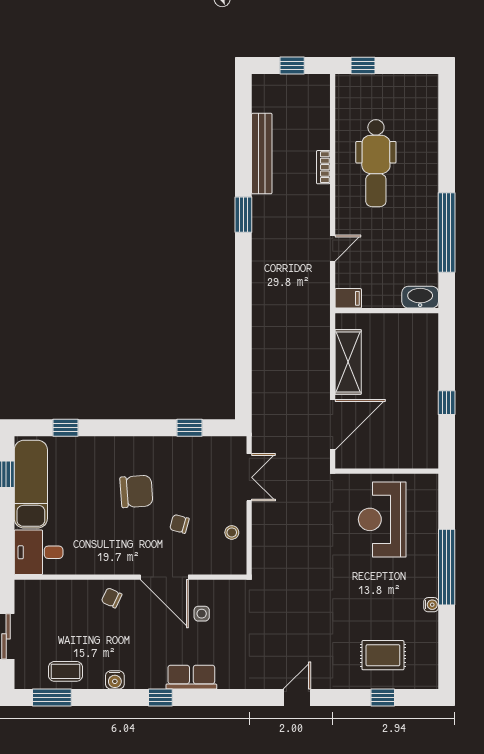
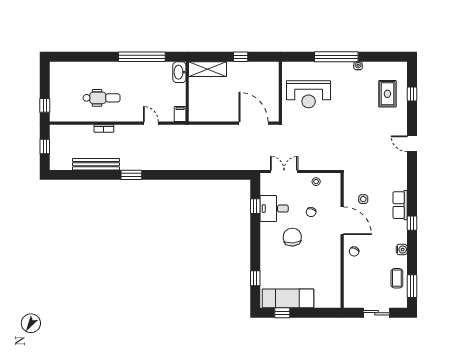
dental chair: (376, 163) -> (102, 98), width x0.73, depth x0.72
shelving: (348, 362) -> (208, 69), moved
desk: (39, 552) -> (274, 209), moved, turned 90
door: (164, 577) -> (342, 221), hinge flipped

